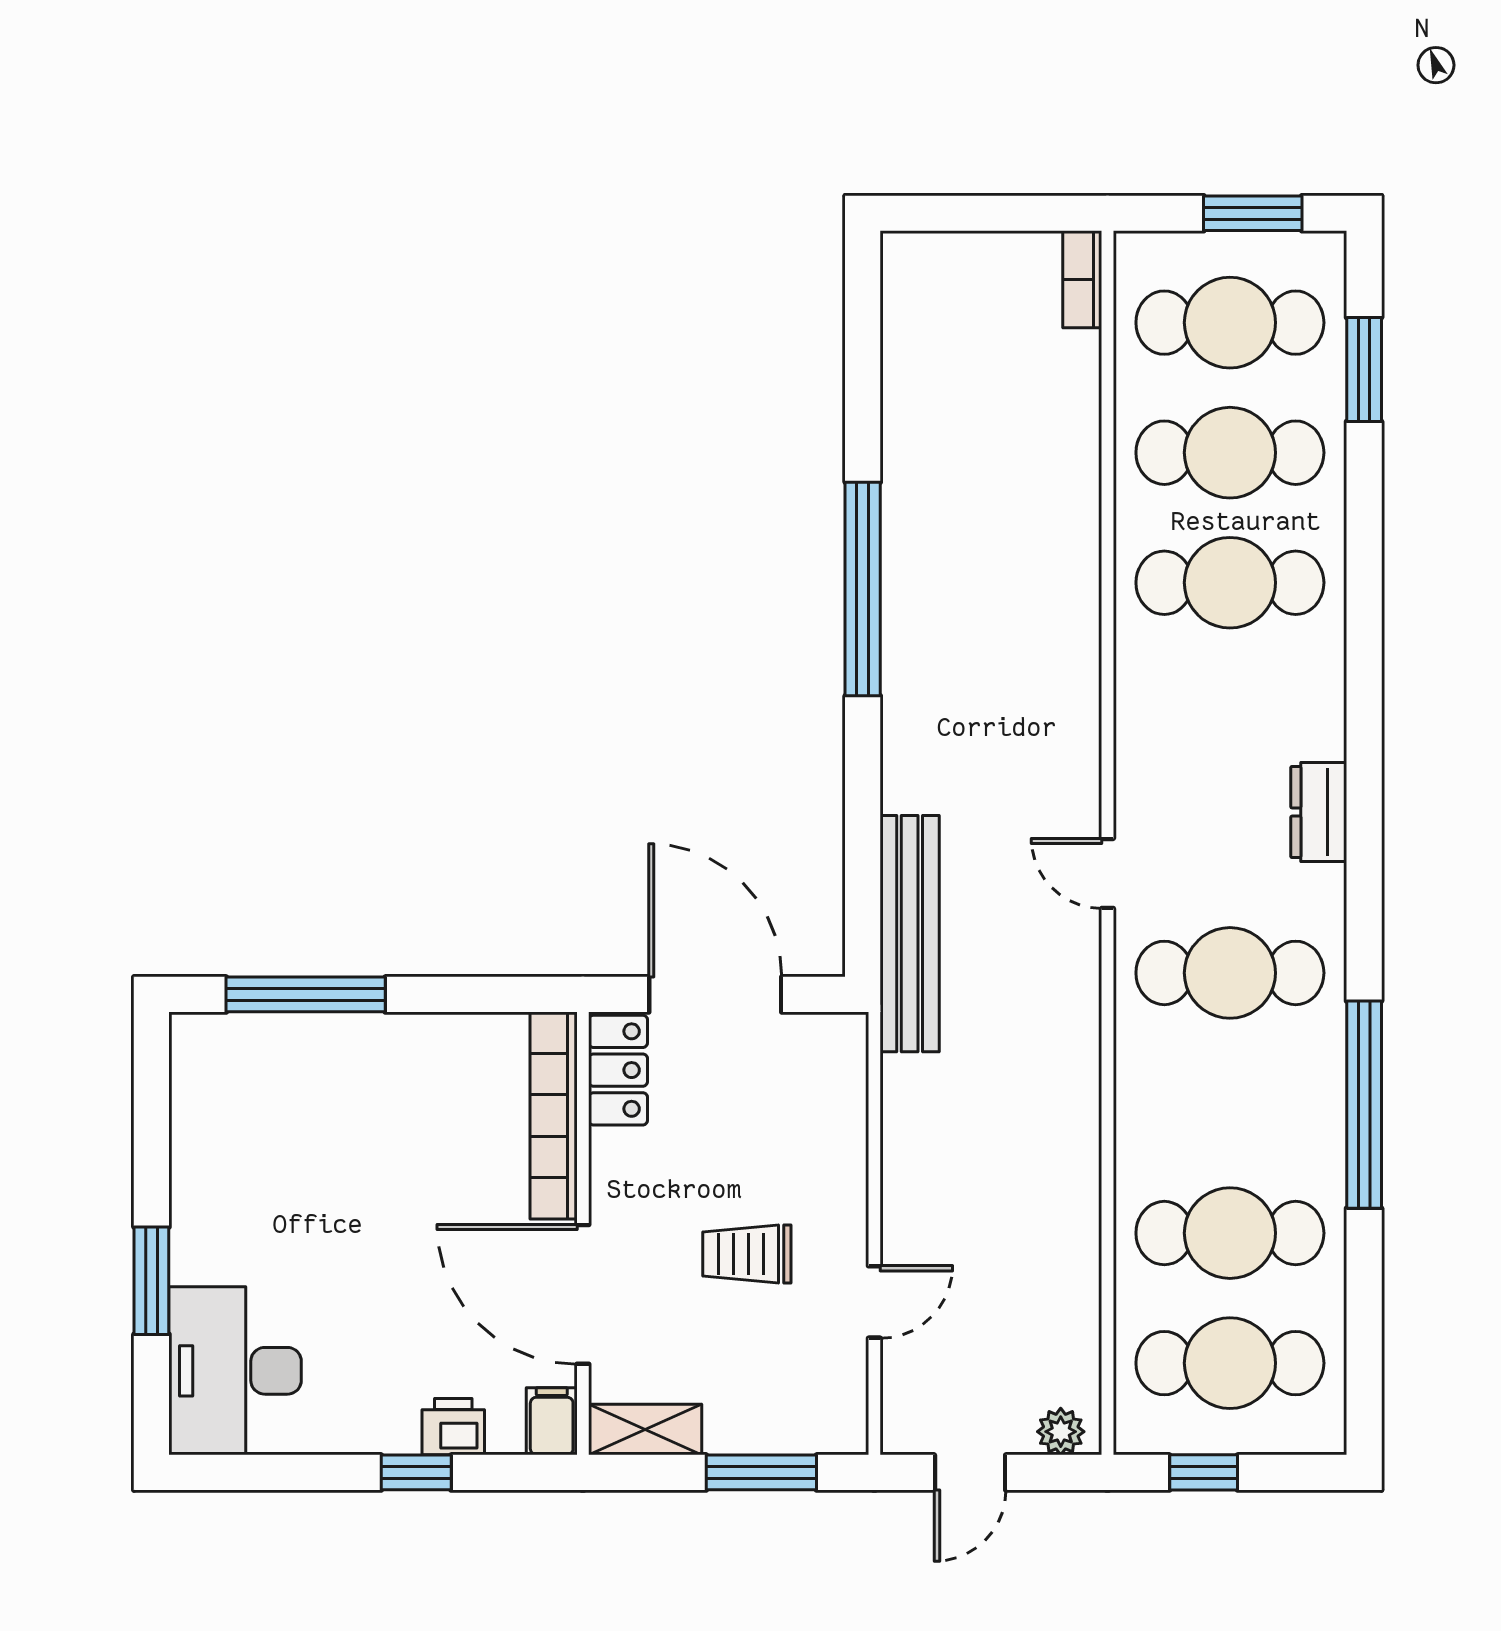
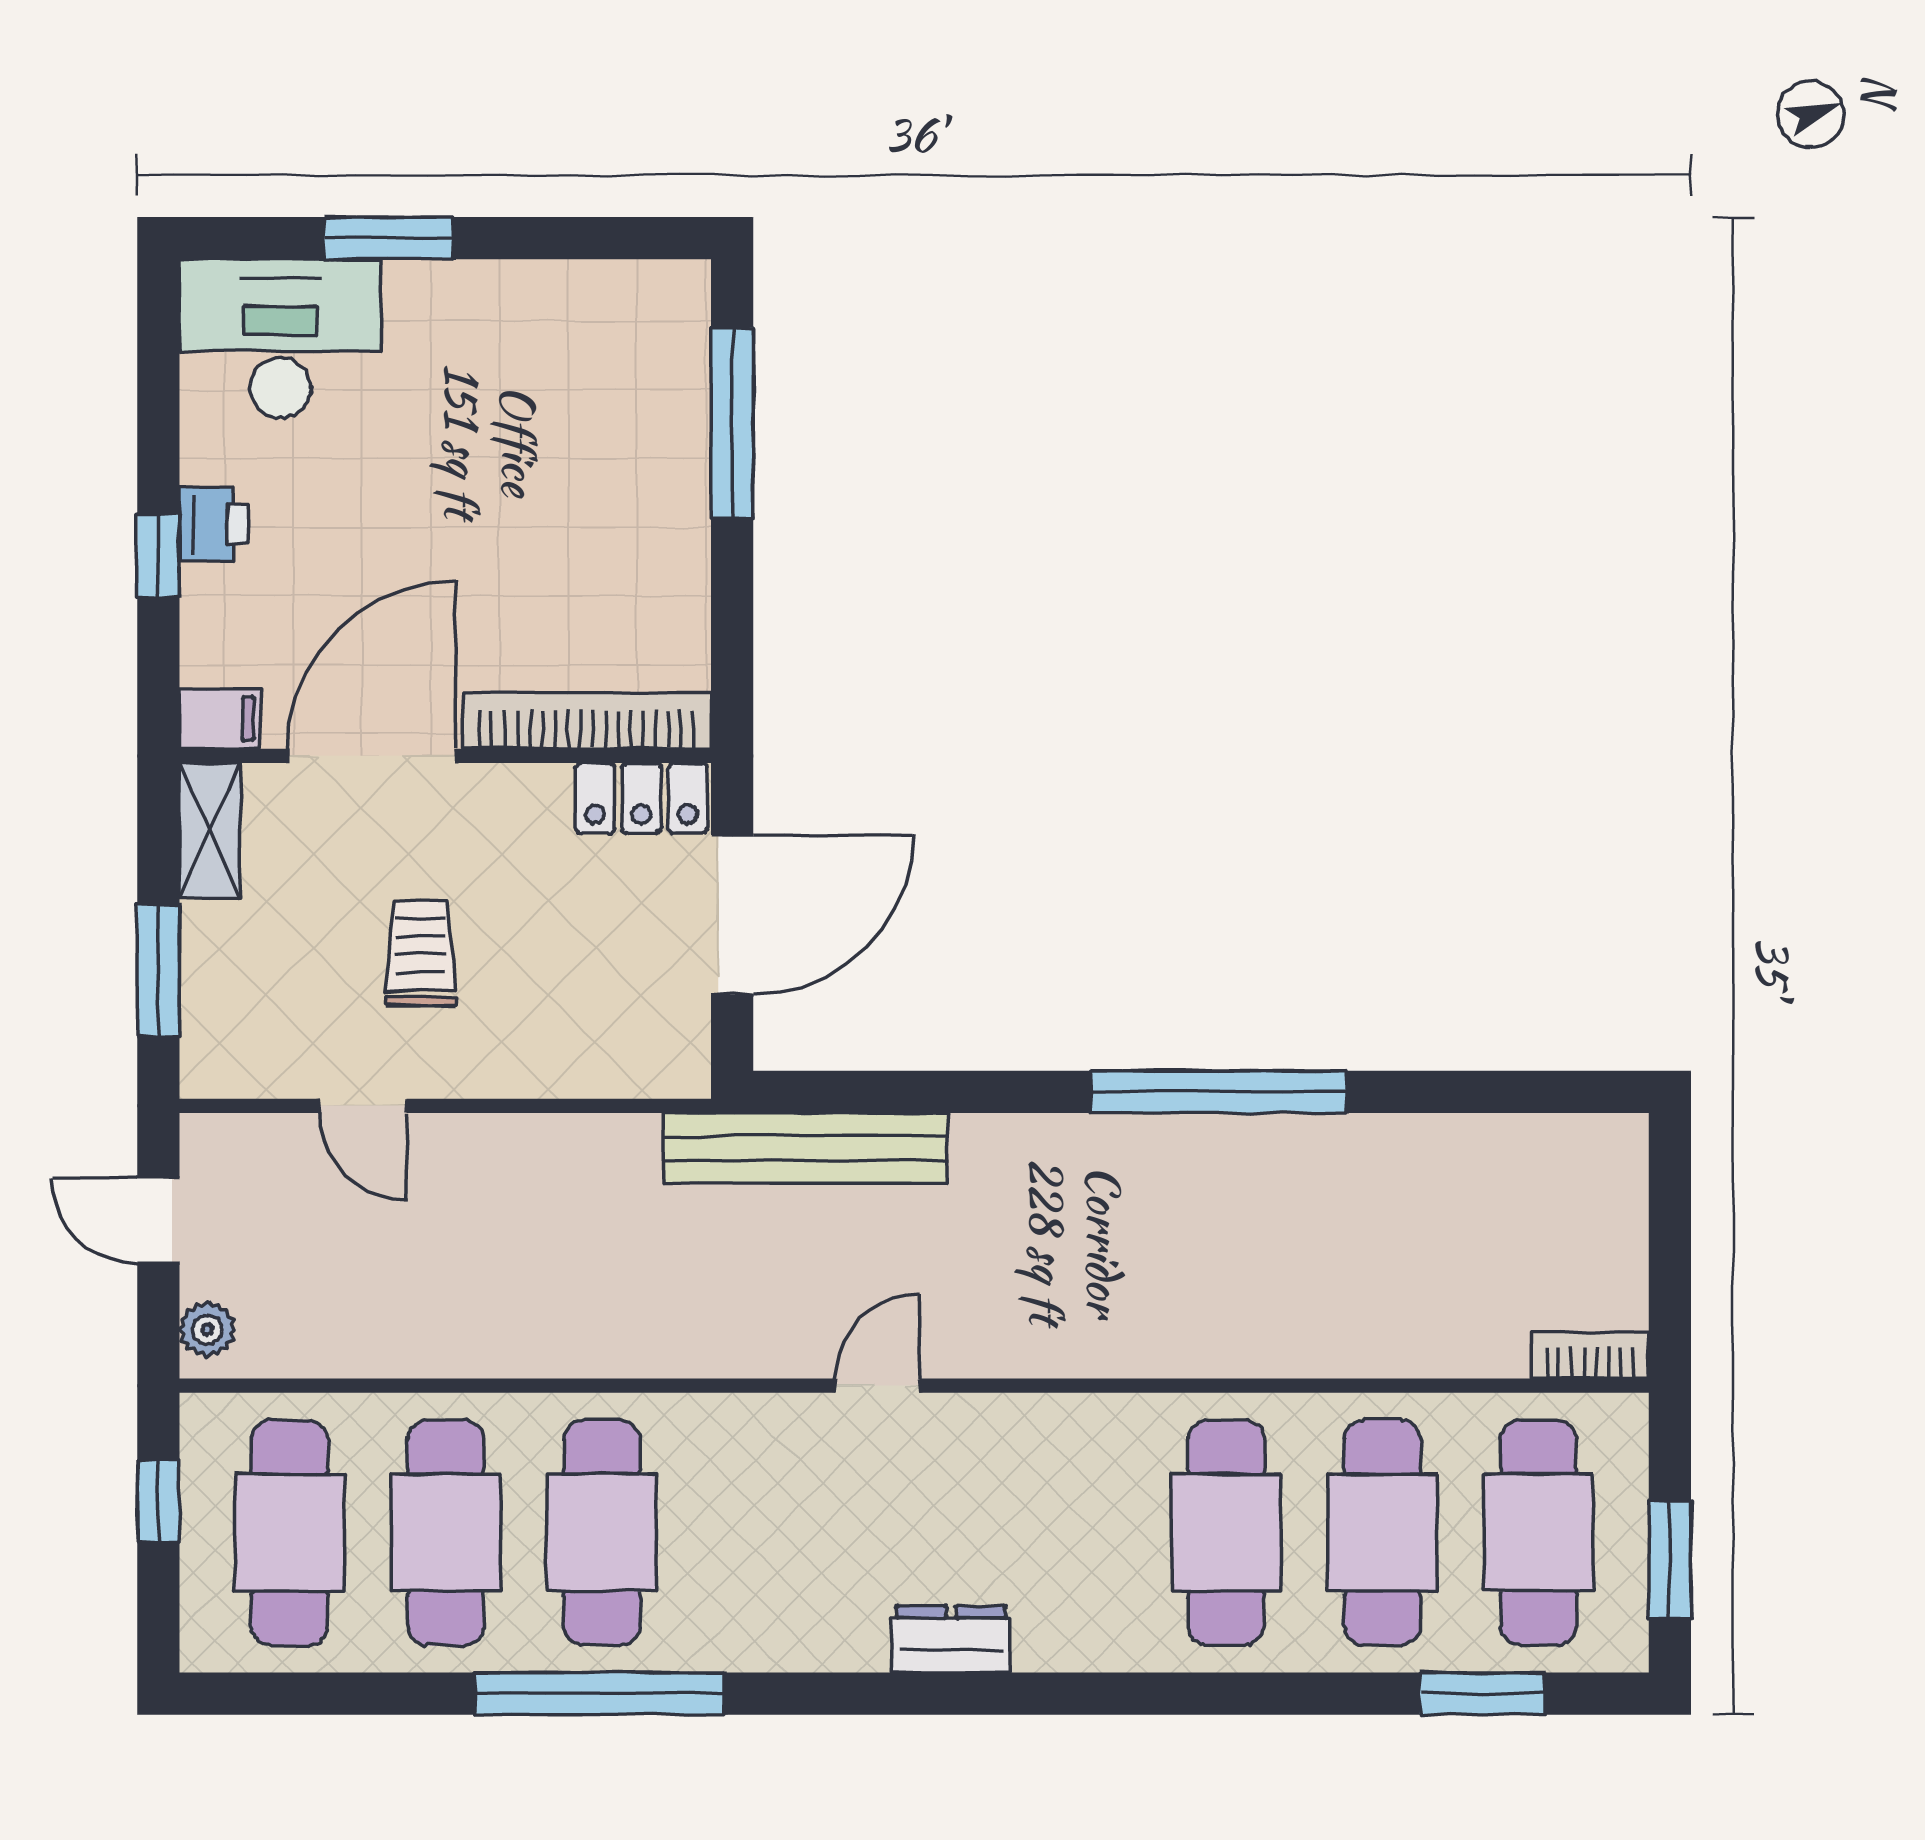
cafe table: (1230, 973) -> (602, 1533), moved
printer: (453, 1427) -> (213, 524), moved

